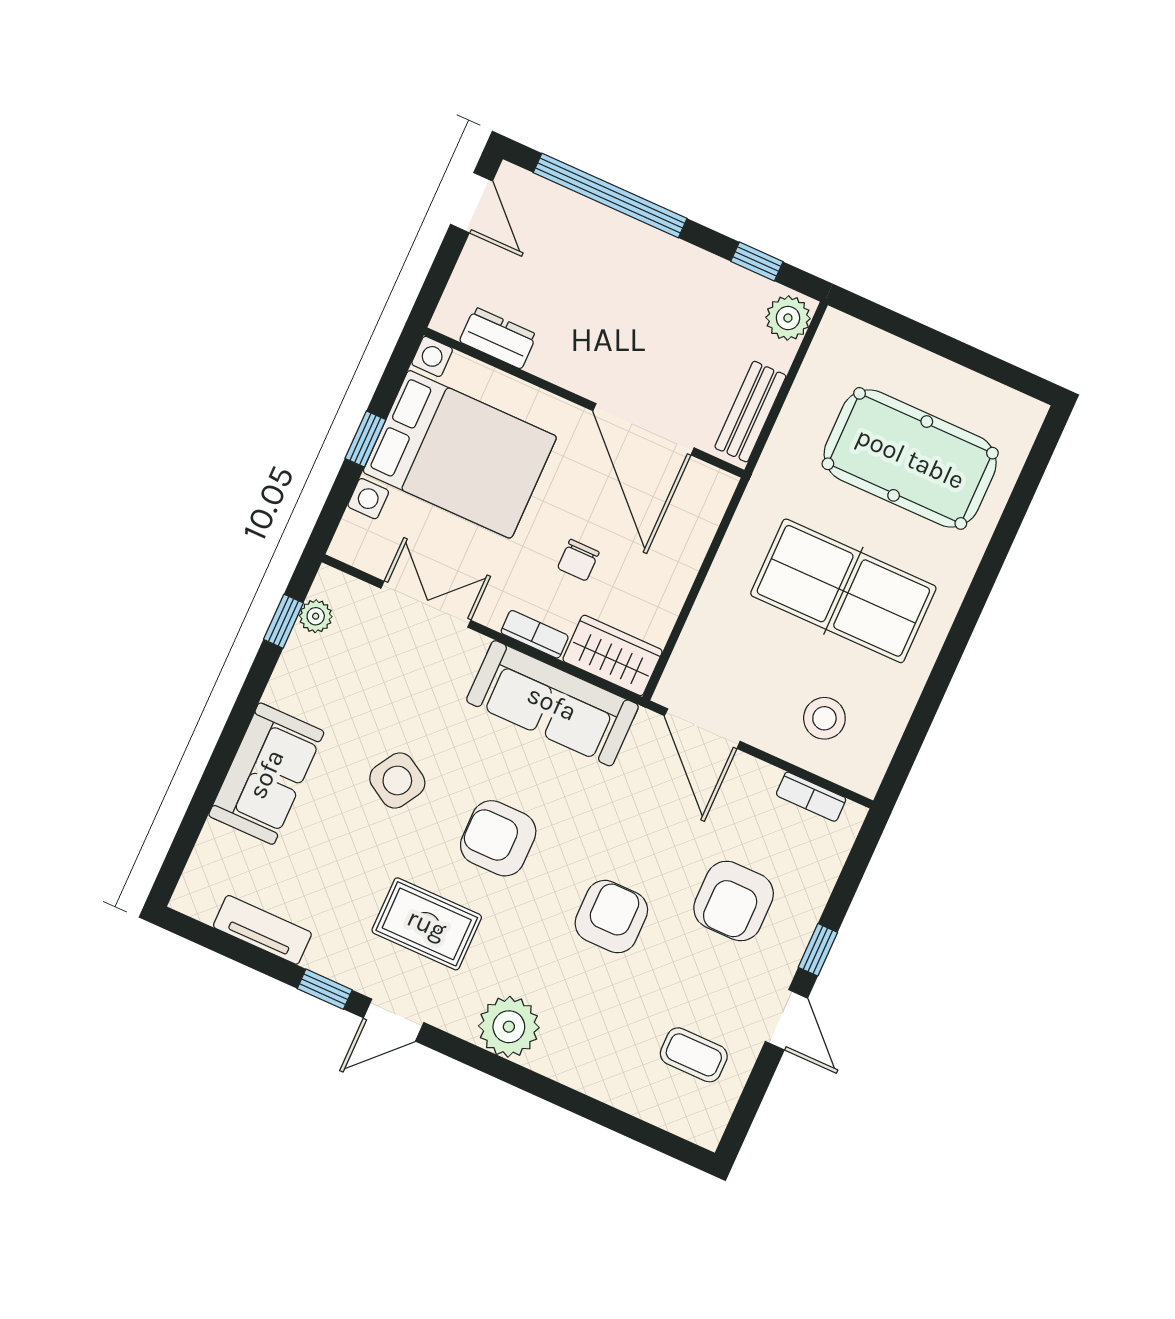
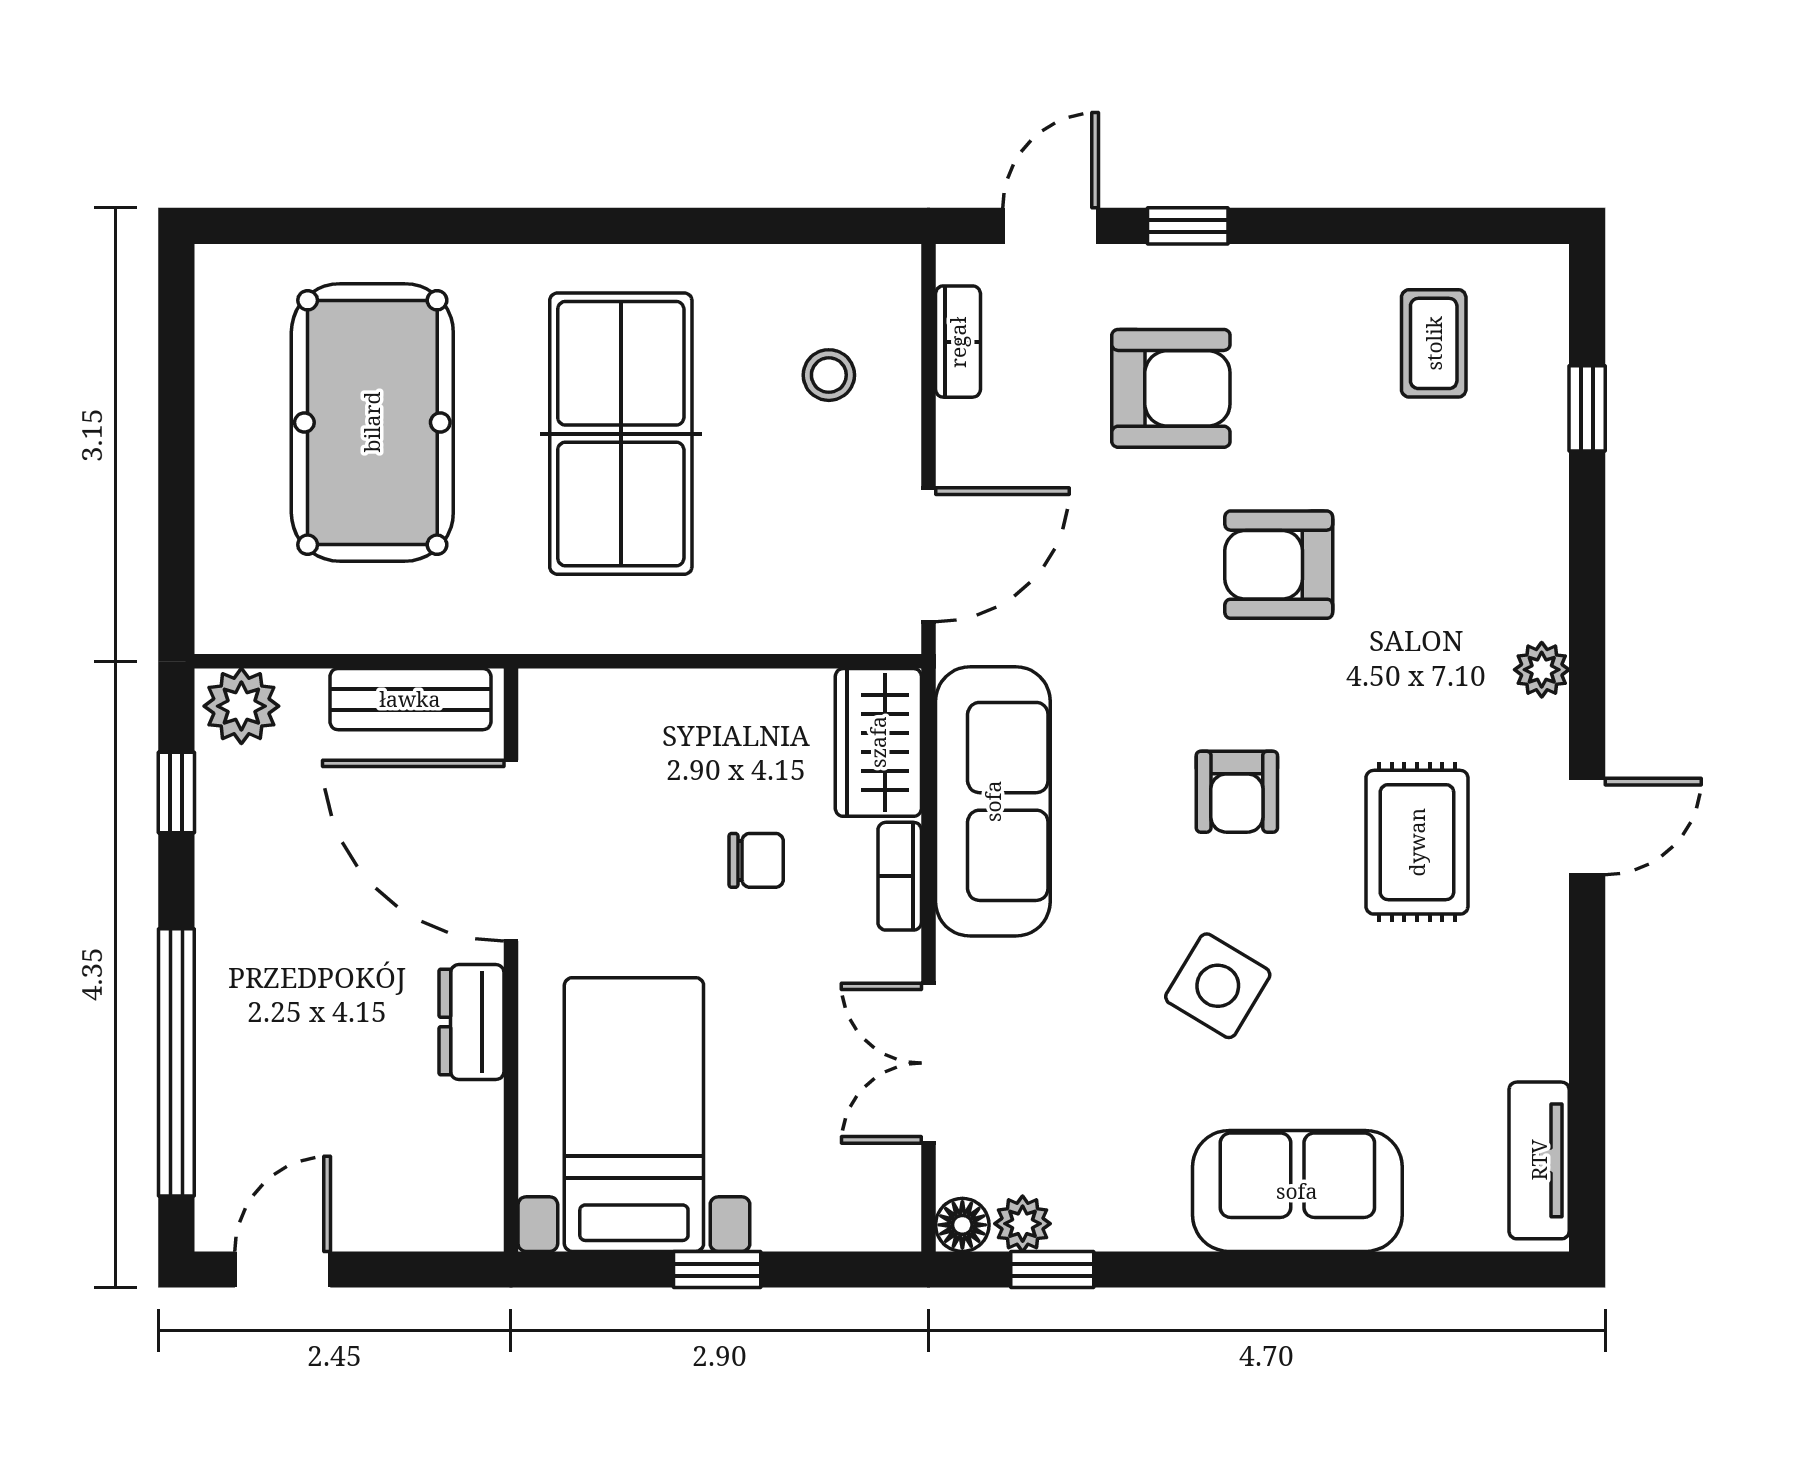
dresser: (498, 338) -> (471, 1022), moved
door: (643, 429) -> (511, 851), swing flipped
bed with nightstands: (460, 454) -> (634, 1115), width x0.73
floor lamp: (330, 583) -> (962, 1225), added
stool: (824, 718) -> (829, 375), width x0.73, depth x0.73
armchair: (498, 838) -> (1237, 792), width x0.72, depth x0.72
tv unit: (262, 930) -> (1539, 1160), moved
window: (325, 989) -> (1587, 408), moved
door: (394, 1020) -> (1587, 826), hinge flipped
door: (786, 1020) -> (1051, 226), moved
plant: (509, 1027) -> (1542, 670), width x0.53, depth x0.53

